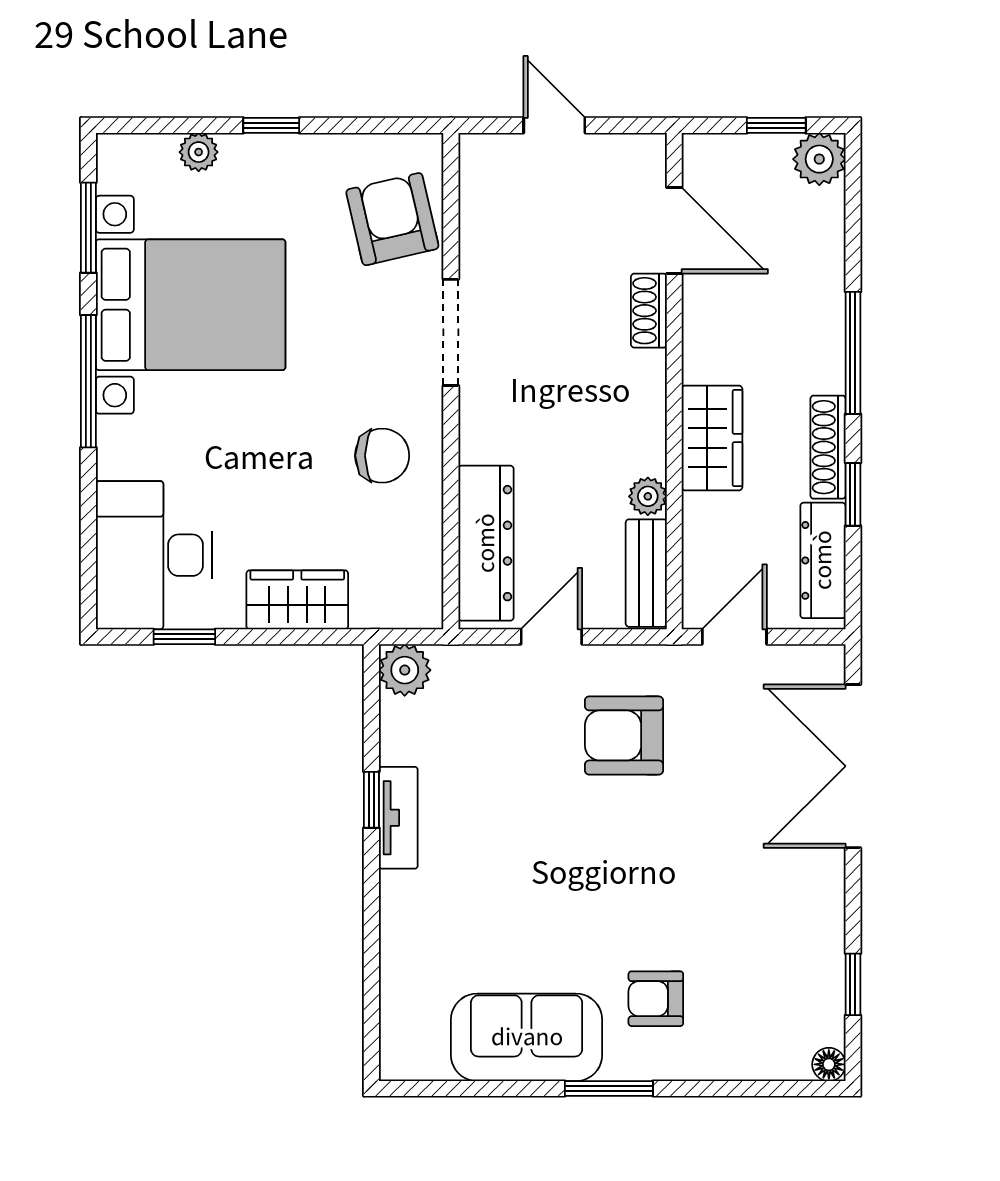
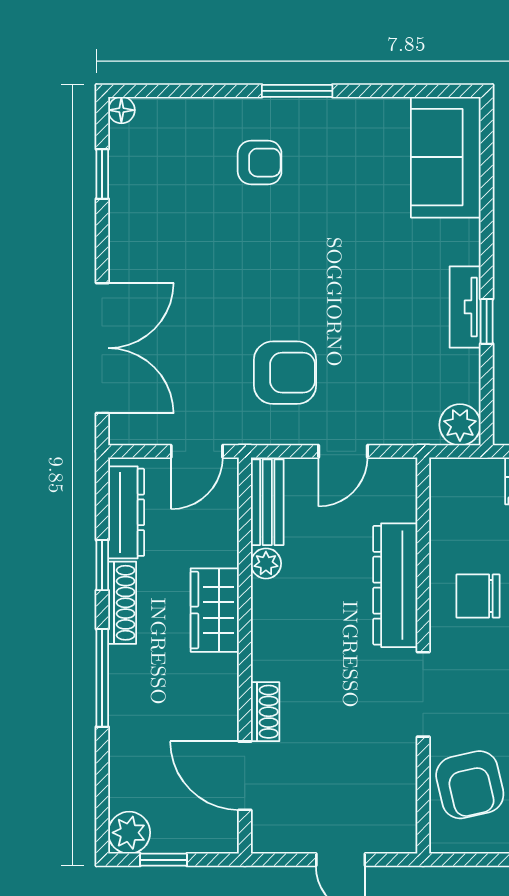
dresser: (486, 543) -> (395, 585), moved
sofa: (527, 1037) -> (446, 157), moved, turned 90

